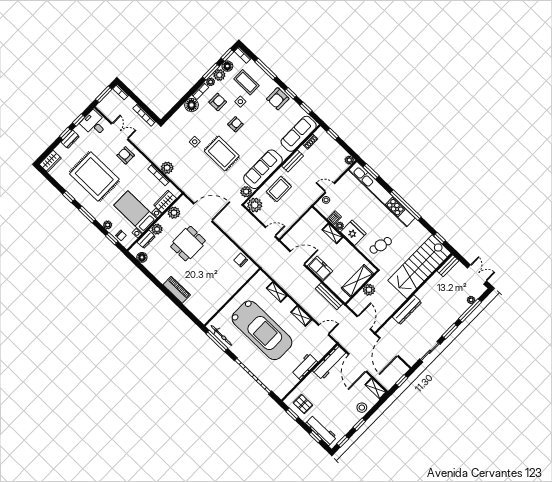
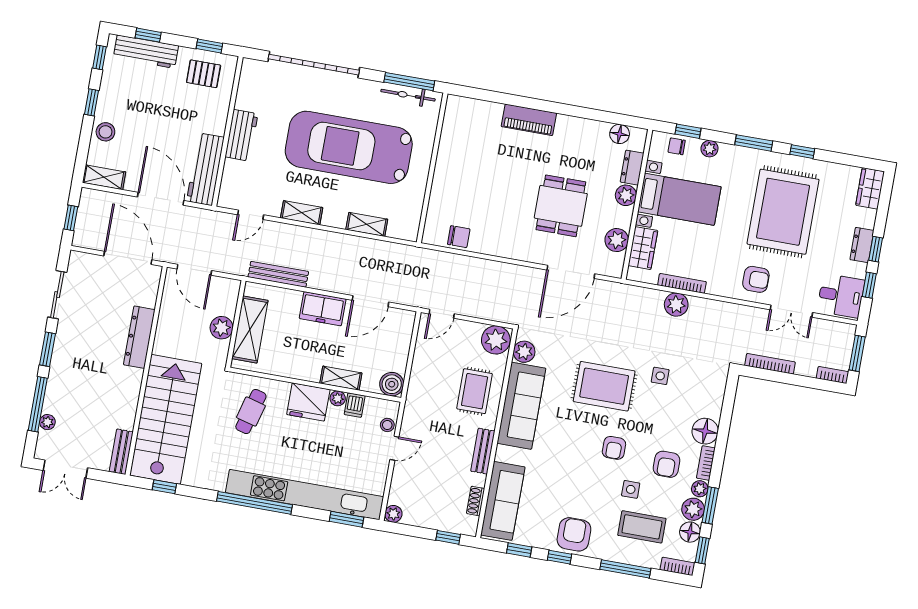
rug: (94, 177) -> (783, 212), turned 90
boiler: (312, 216) -> (392, 384), added

